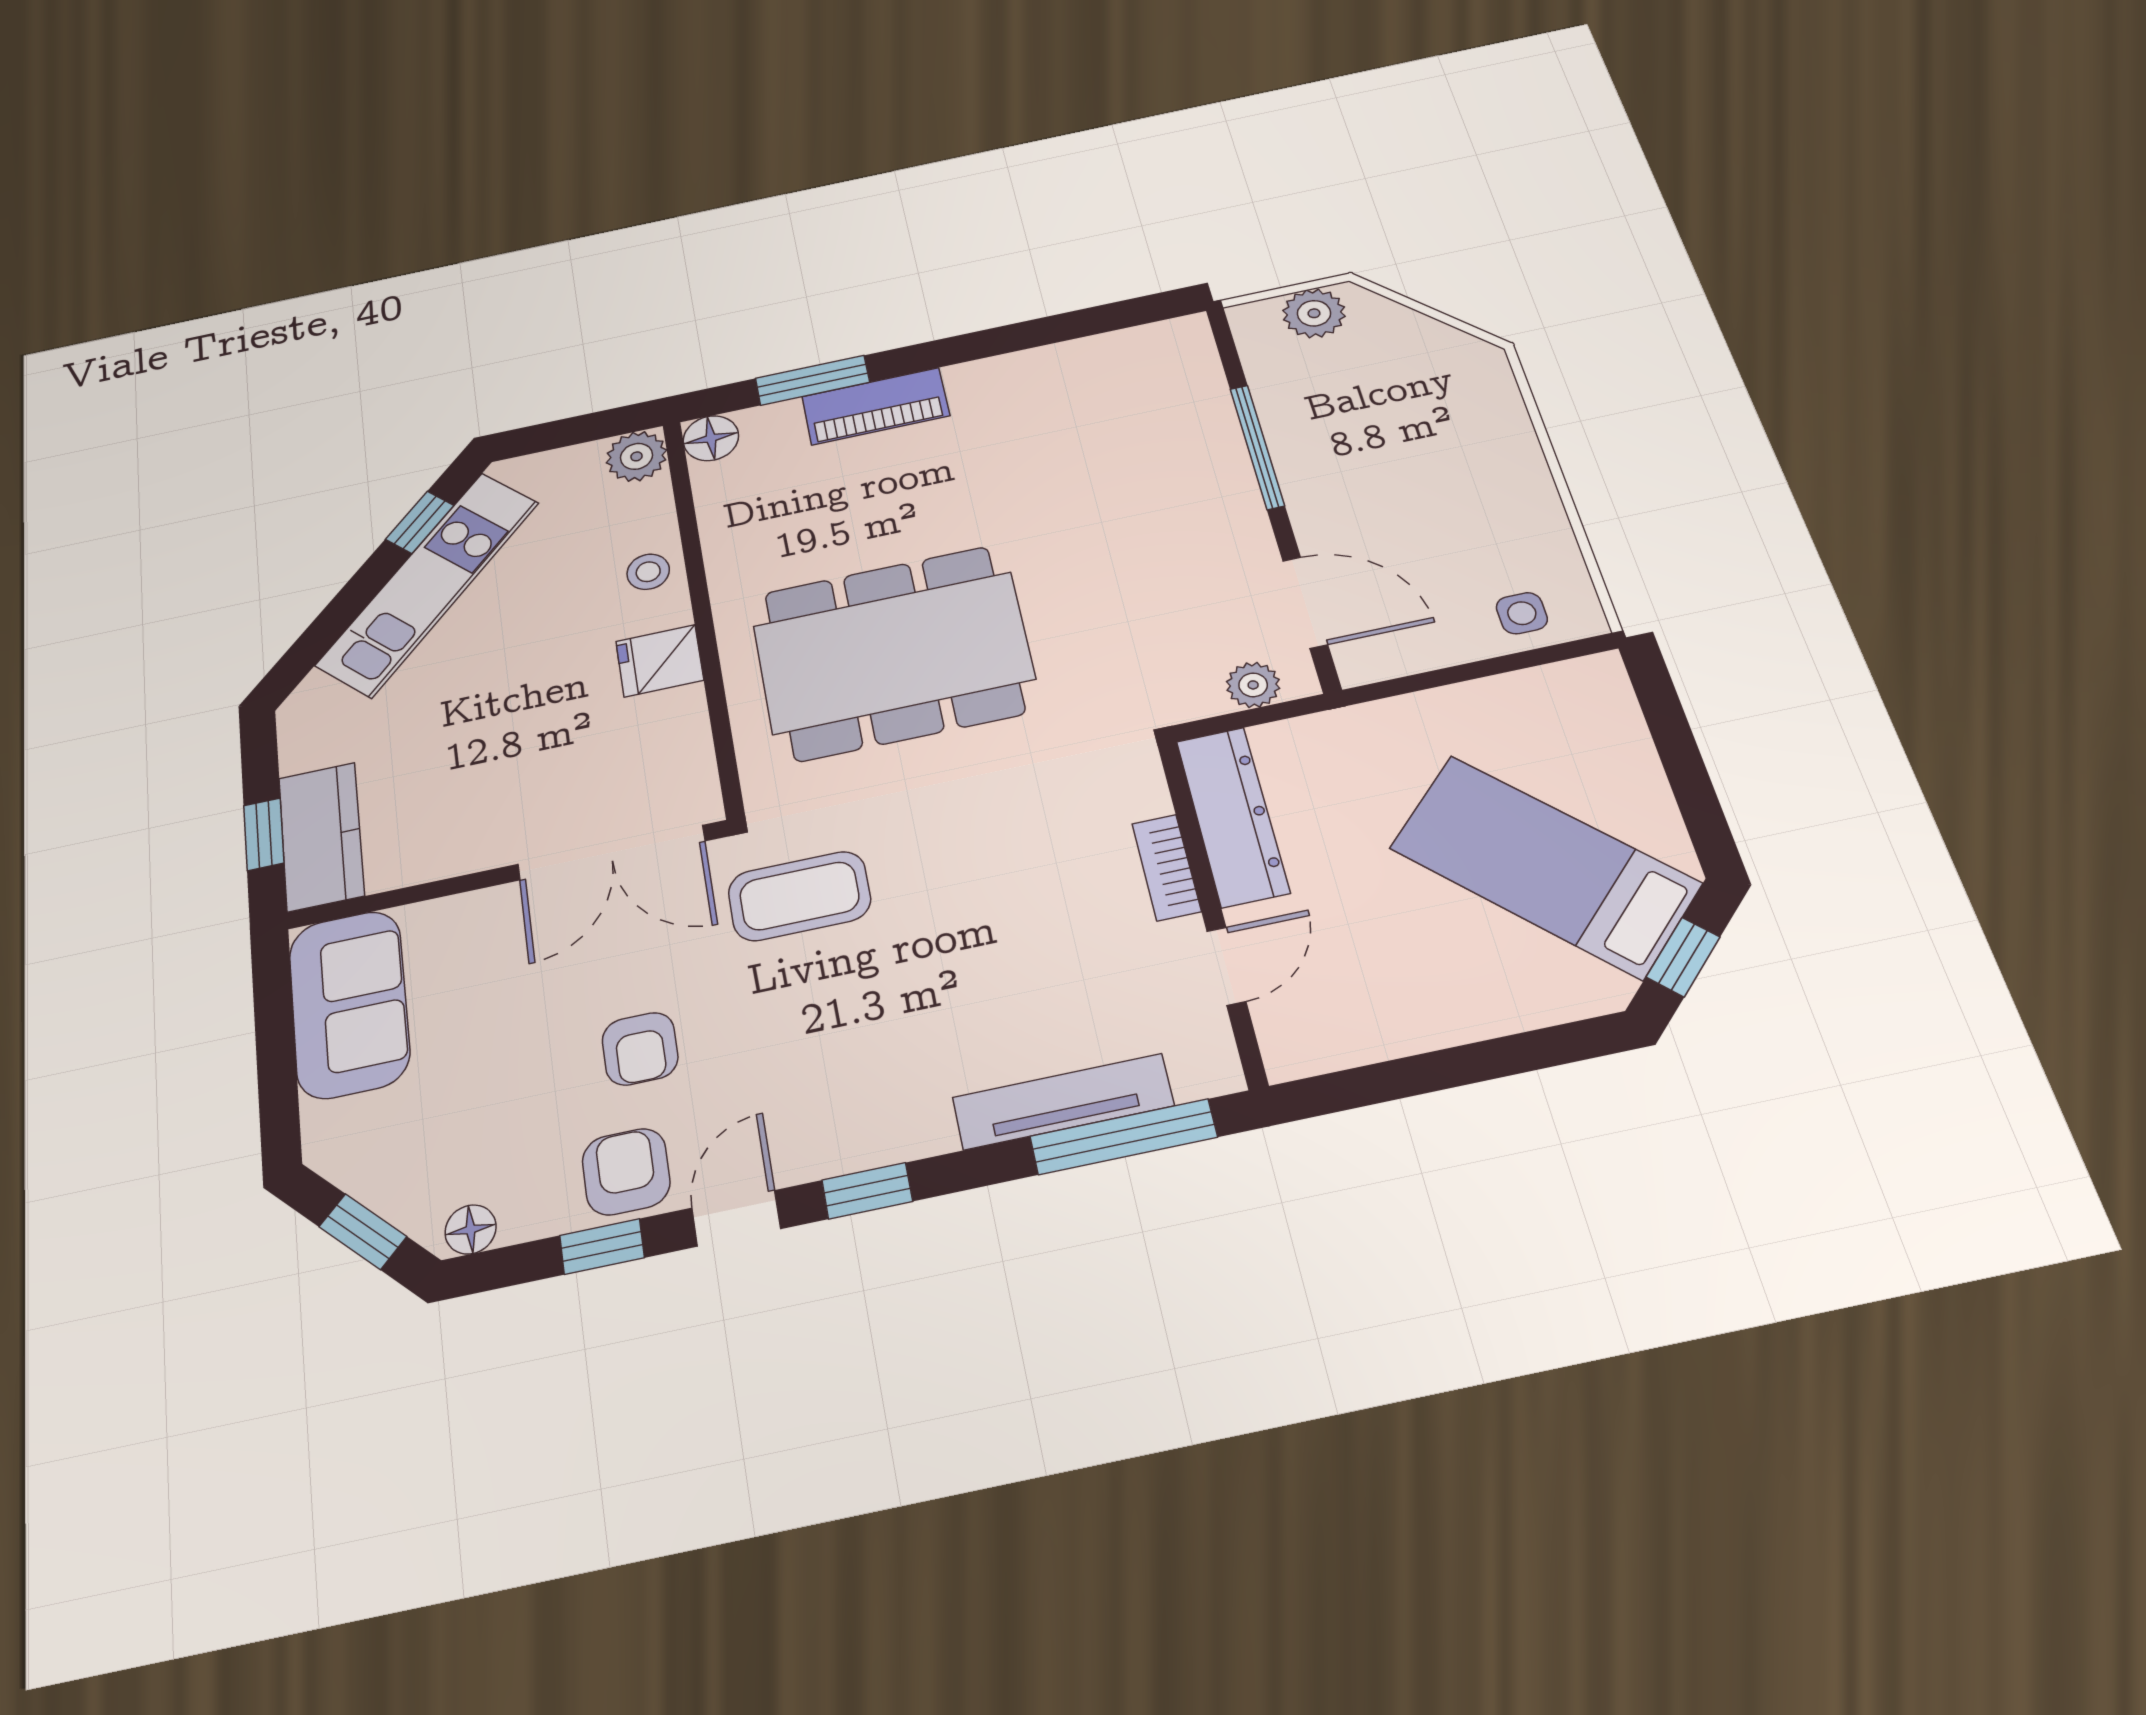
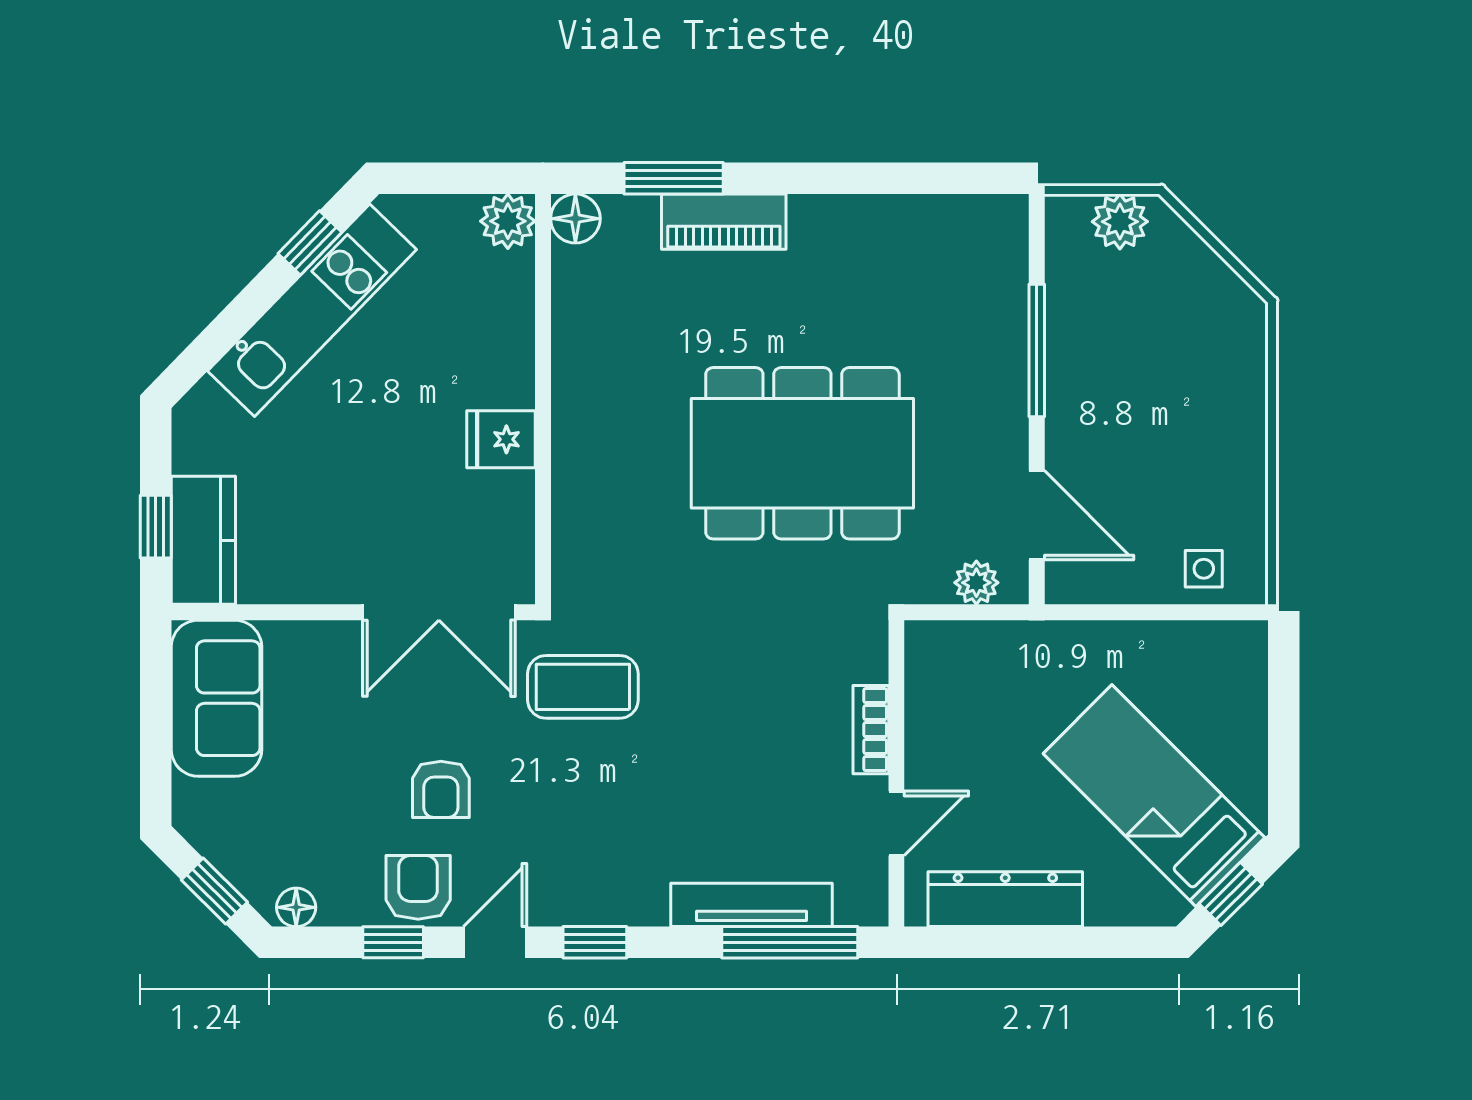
stool: (648, 572) -> (503, 347), removed
dining table: (893, 653) -> (802, 453), moved
dresser: (1233, 816) -> (1005, 899), moved, turned -90

